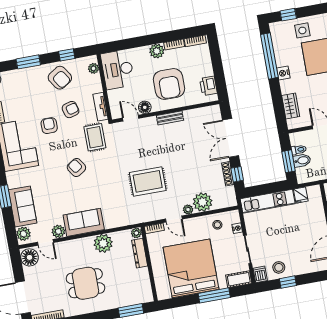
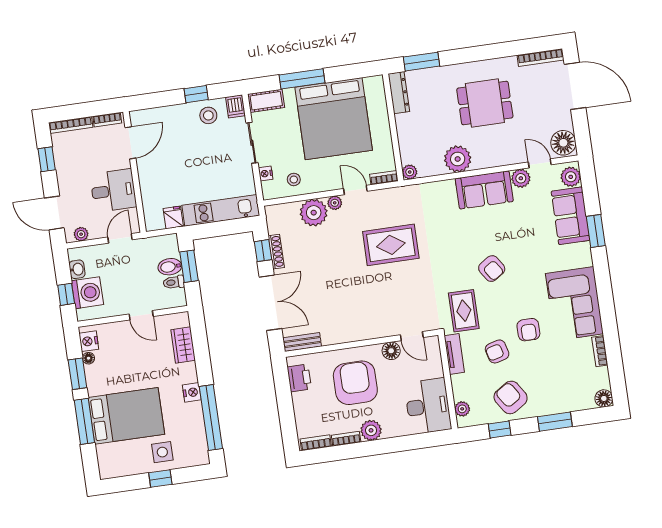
window: (288, 15) -> (160, 478), moved
bench: (170, 118) -> (302, 342), moved
dresser: (140, 253) -> (399, 93), moved

